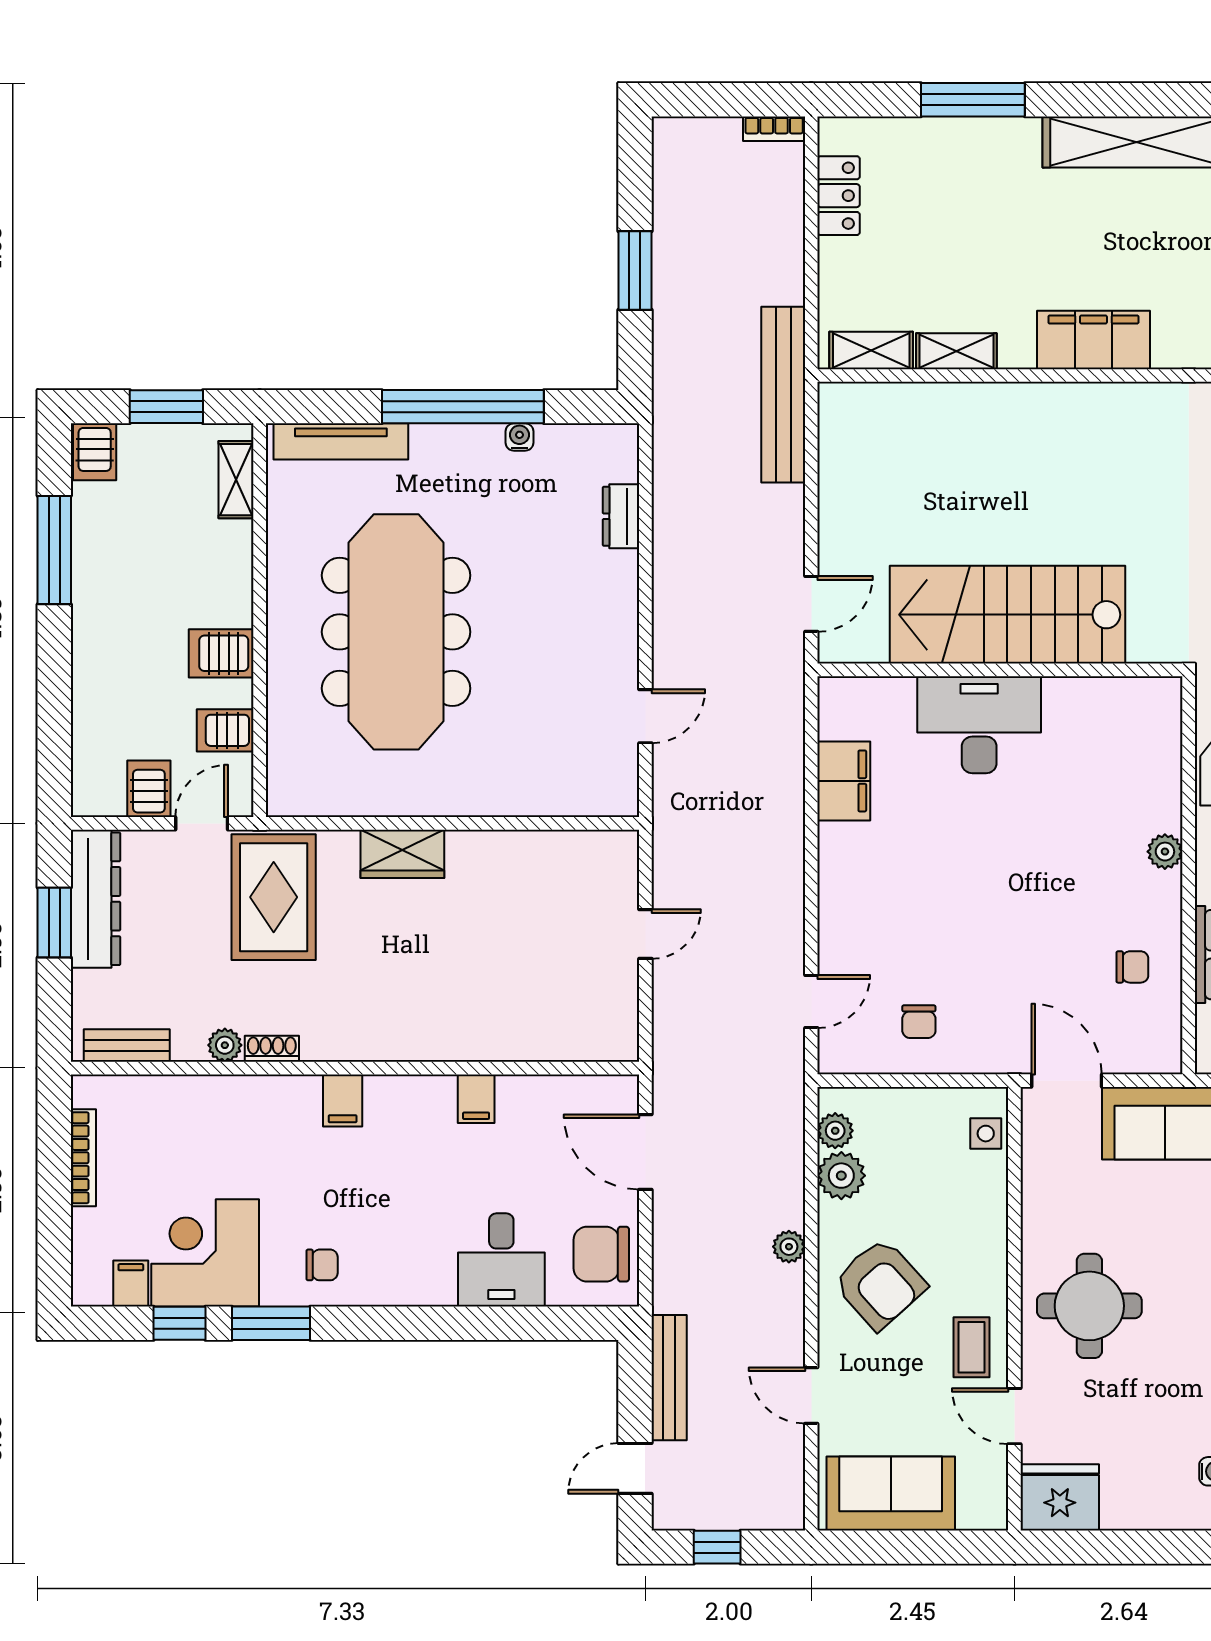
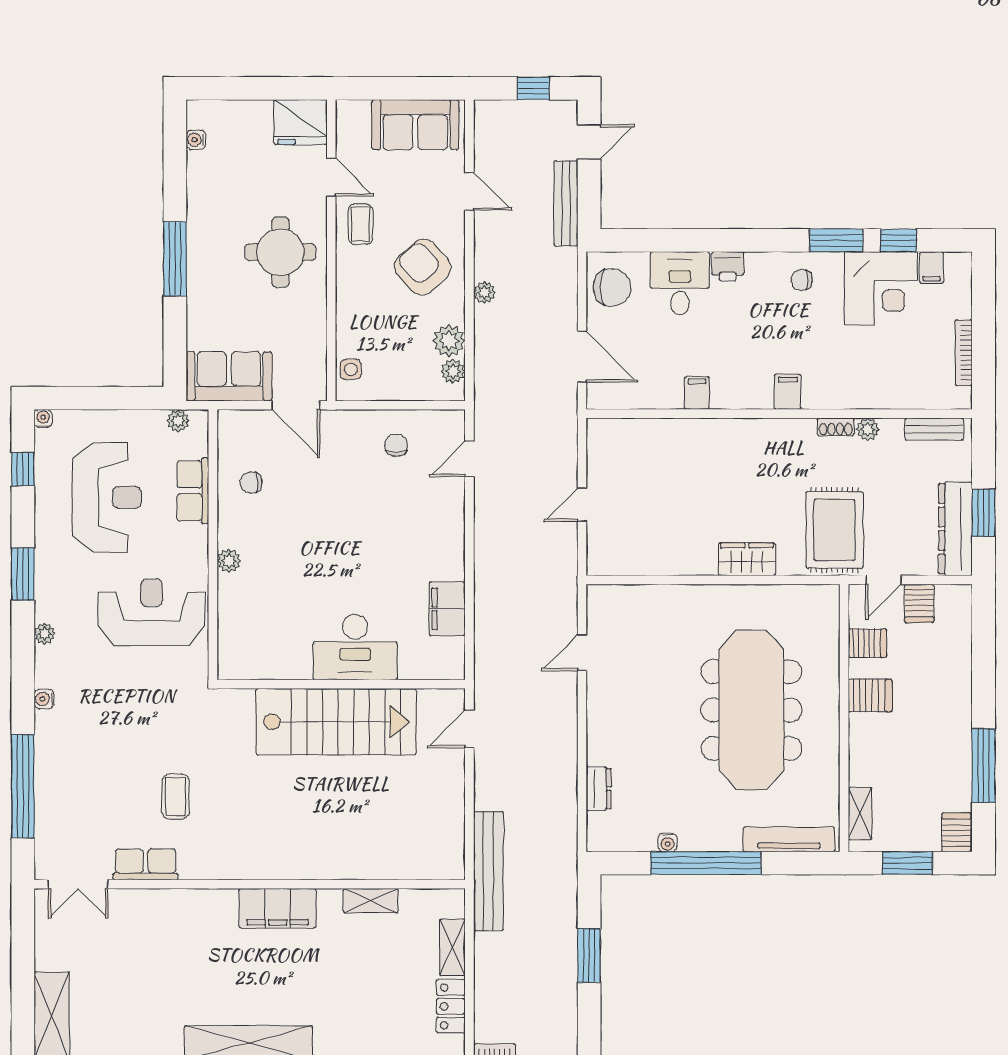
shelving: (871, 351) -> (452, 947), moved, turned 90
printer: (431, 1285) -> (728, 266), added

